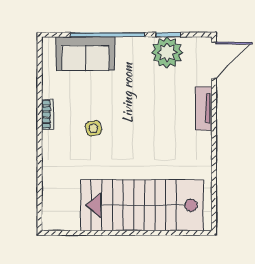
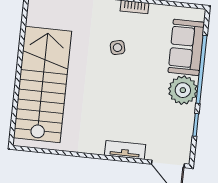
plant: (167, 52) -> (183, 90), moved

